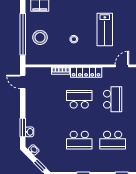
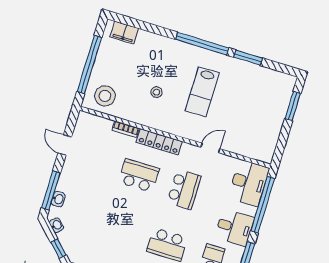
stool: (40, 37) -> (105, 96), moved
door: (23, 82) -> (65, 145), moved
window: (23, 128) -> (51, 190), width x1.44
school desk: (79, 140) -> (122, 231), removed

